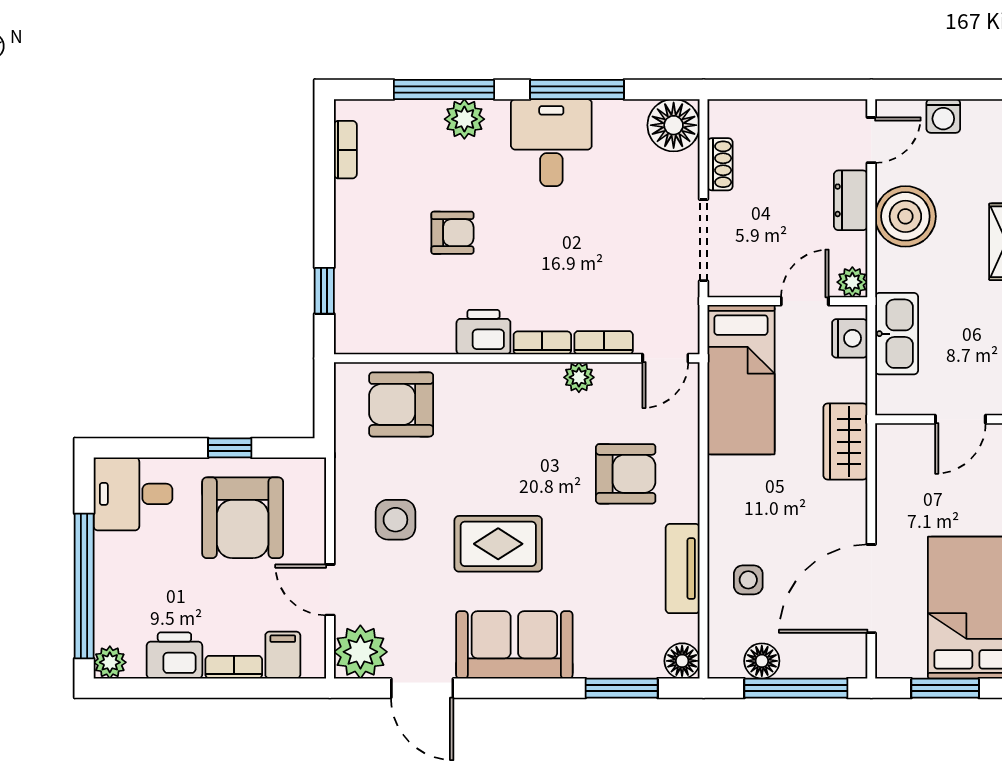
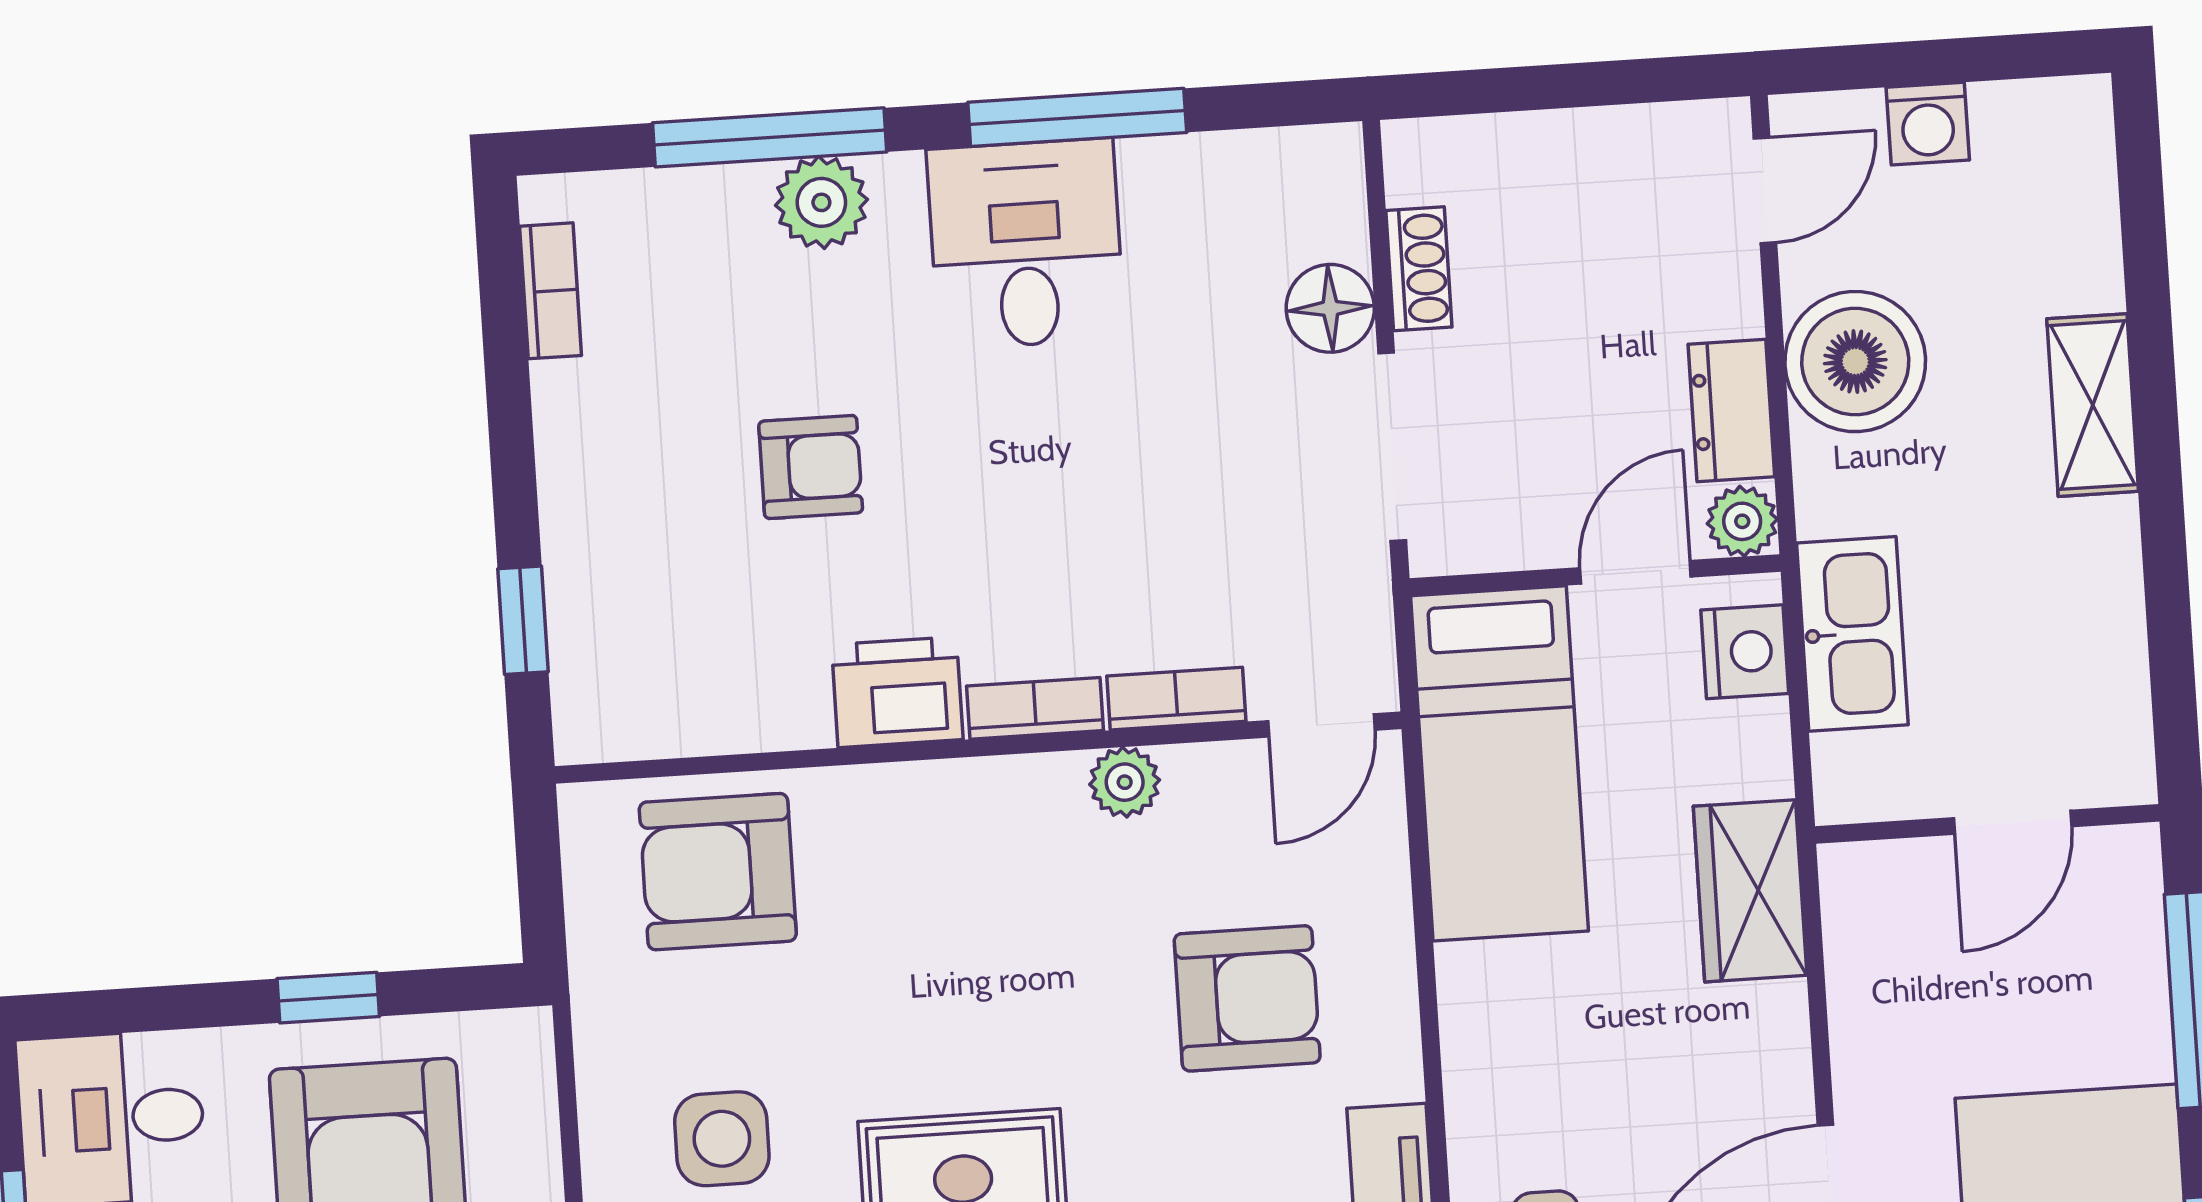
floor lamp: (674, 125) -> (1330, 308), moved, width x0.73, depth x0.73
dresser: (851, 200) -> (1731, 411), moved

